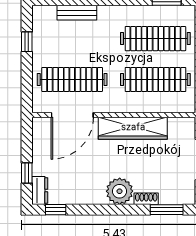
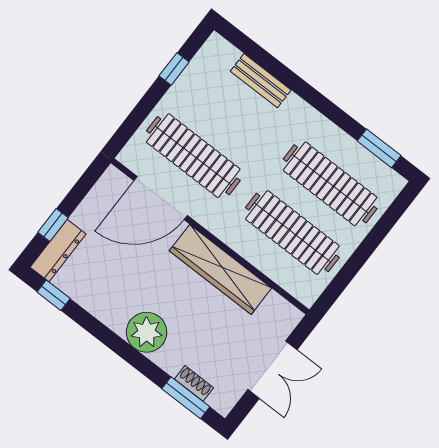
dresser: (40, 191) -> (58, 251), width x1.44
shoe rack: (146, 199) -> (194, 383), moved

